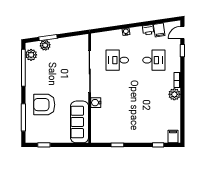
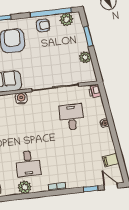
printer: (148, 30) -> (95, 91), moved
plant: (45, 45) -> (85, 57), moved
desk: (154, 60) -> (28, 164), moved
armchair: (34, 76) -> (43, 25), added
plant: (174, 94) -> (25, 187), moved

